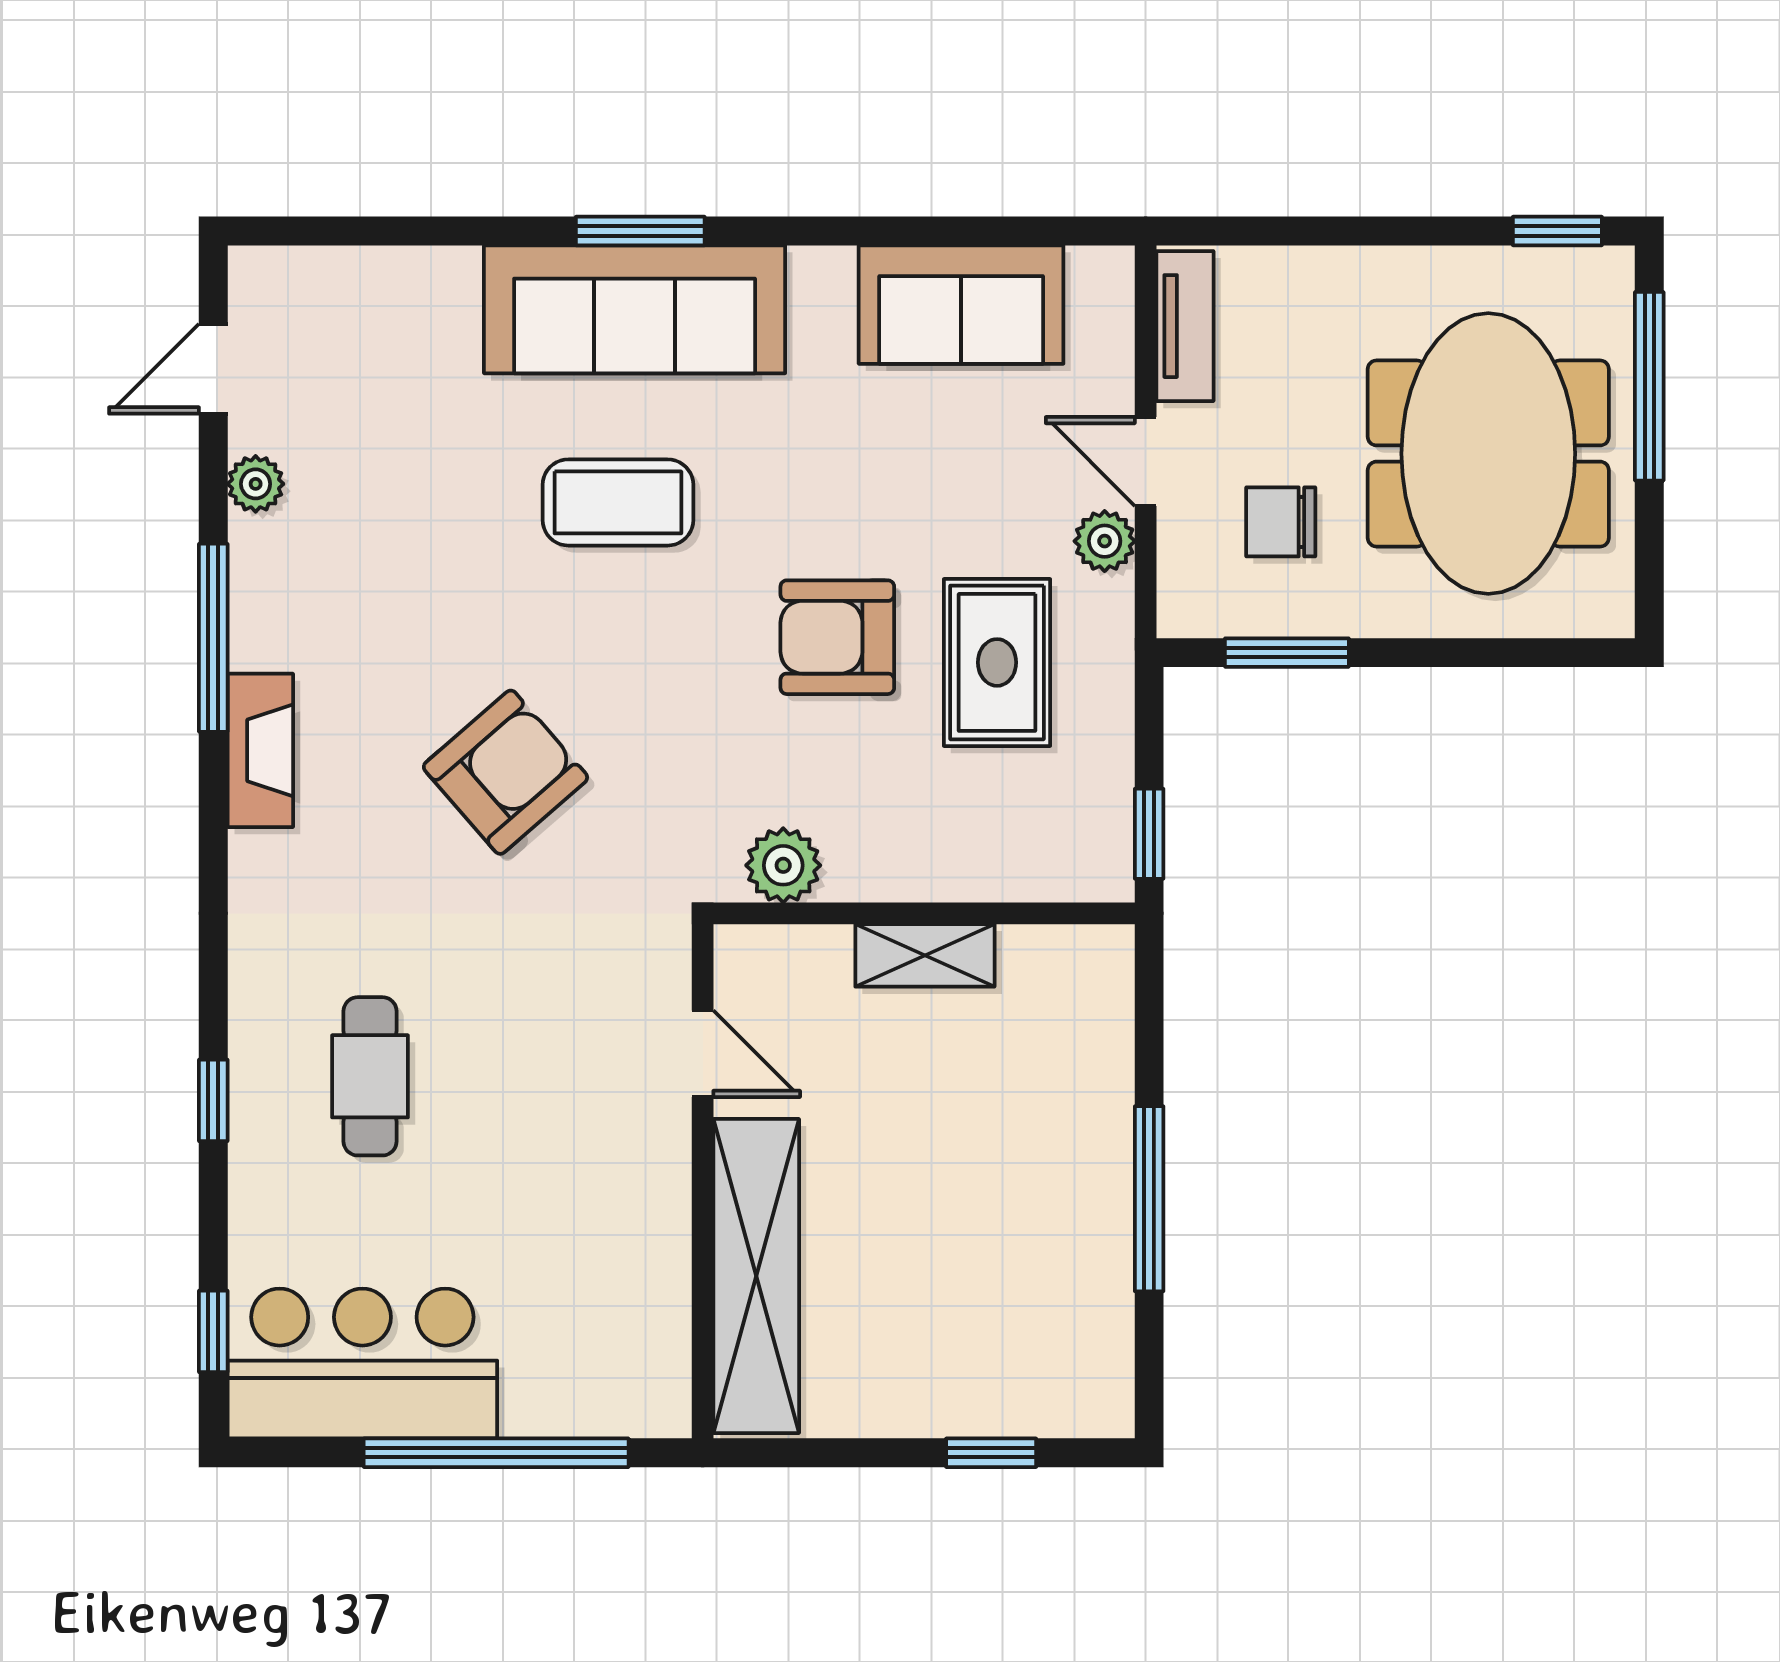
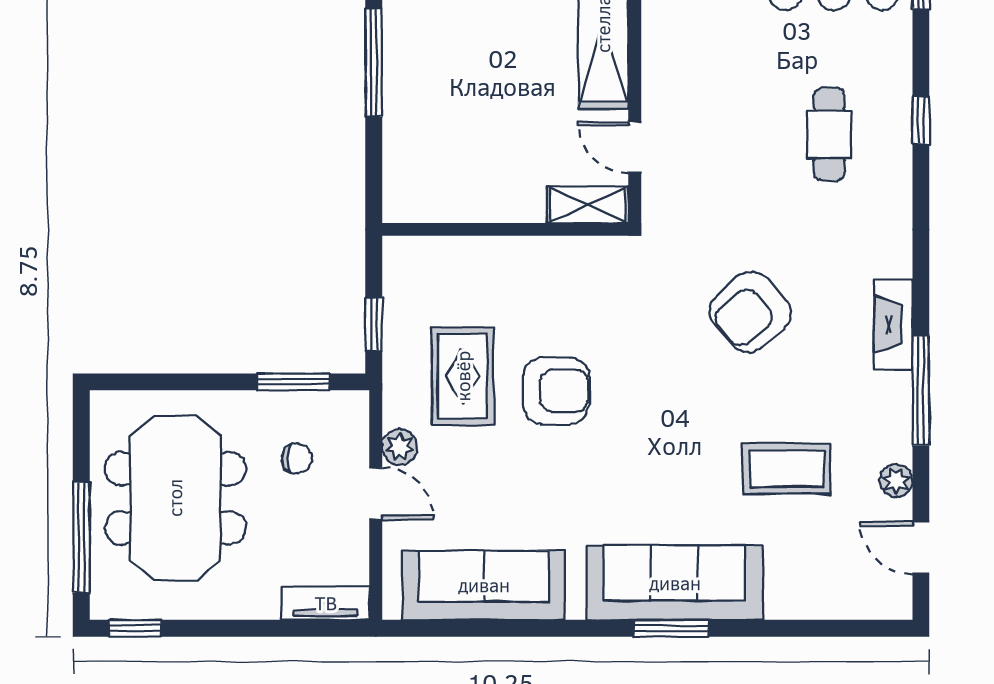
sofa: (961, 305) -> (484, 585), width x1.36
tv unit: (1185, 326) -> (326, 603), moved, turned 90
door: (213, 369) -> (921, 548), swing flipped
coffee table: (618, 502) -> (787, 469), moved
chair: (1281, 522) -> (297, 458), width x0.73, depth x0.73
window: (1149, 834) -> (374, 325), moved
plant: (783, 865) -> (588, 257), removed
shelving: (925, 955) -> (588, 205), moved

